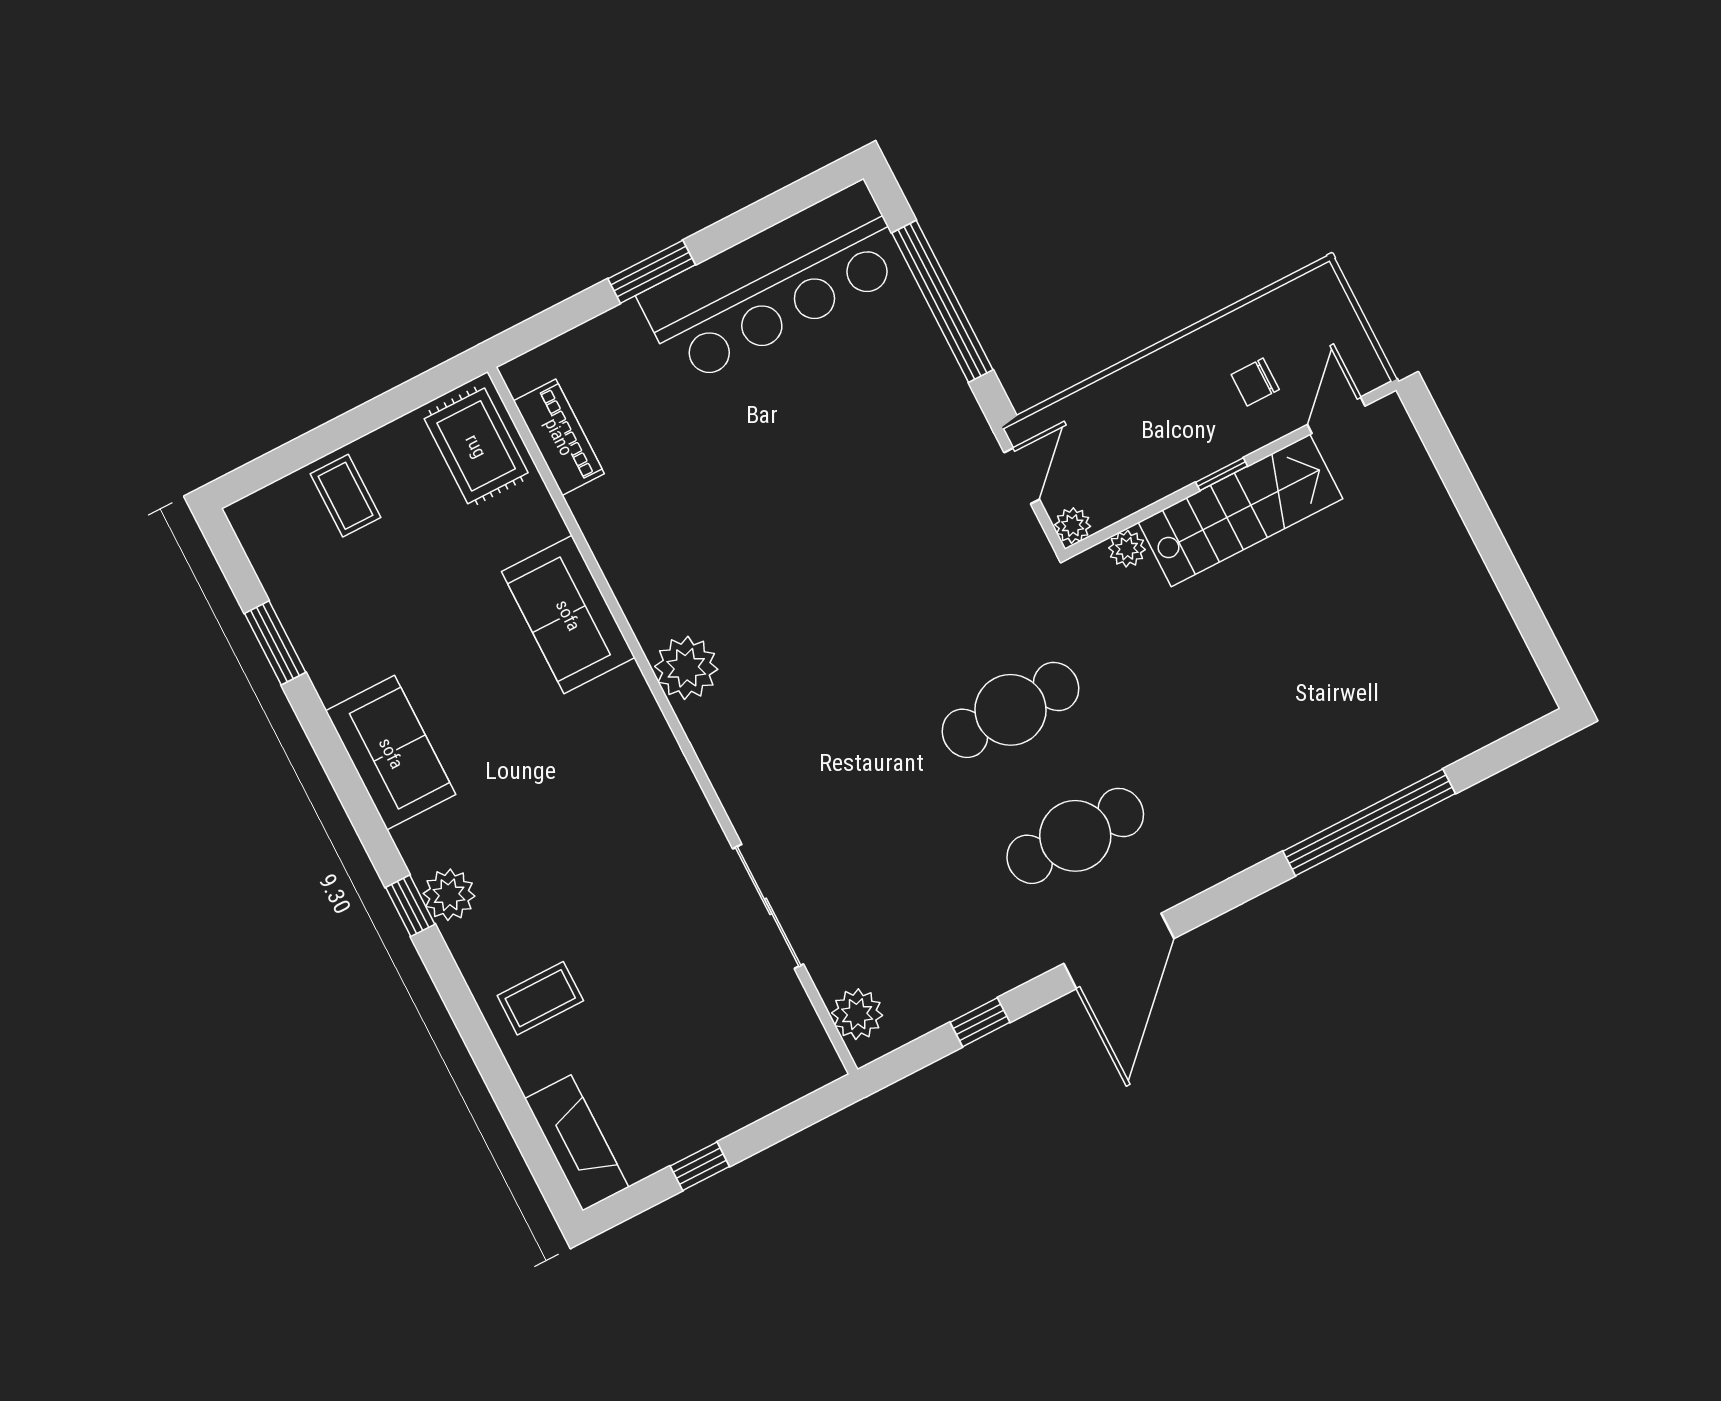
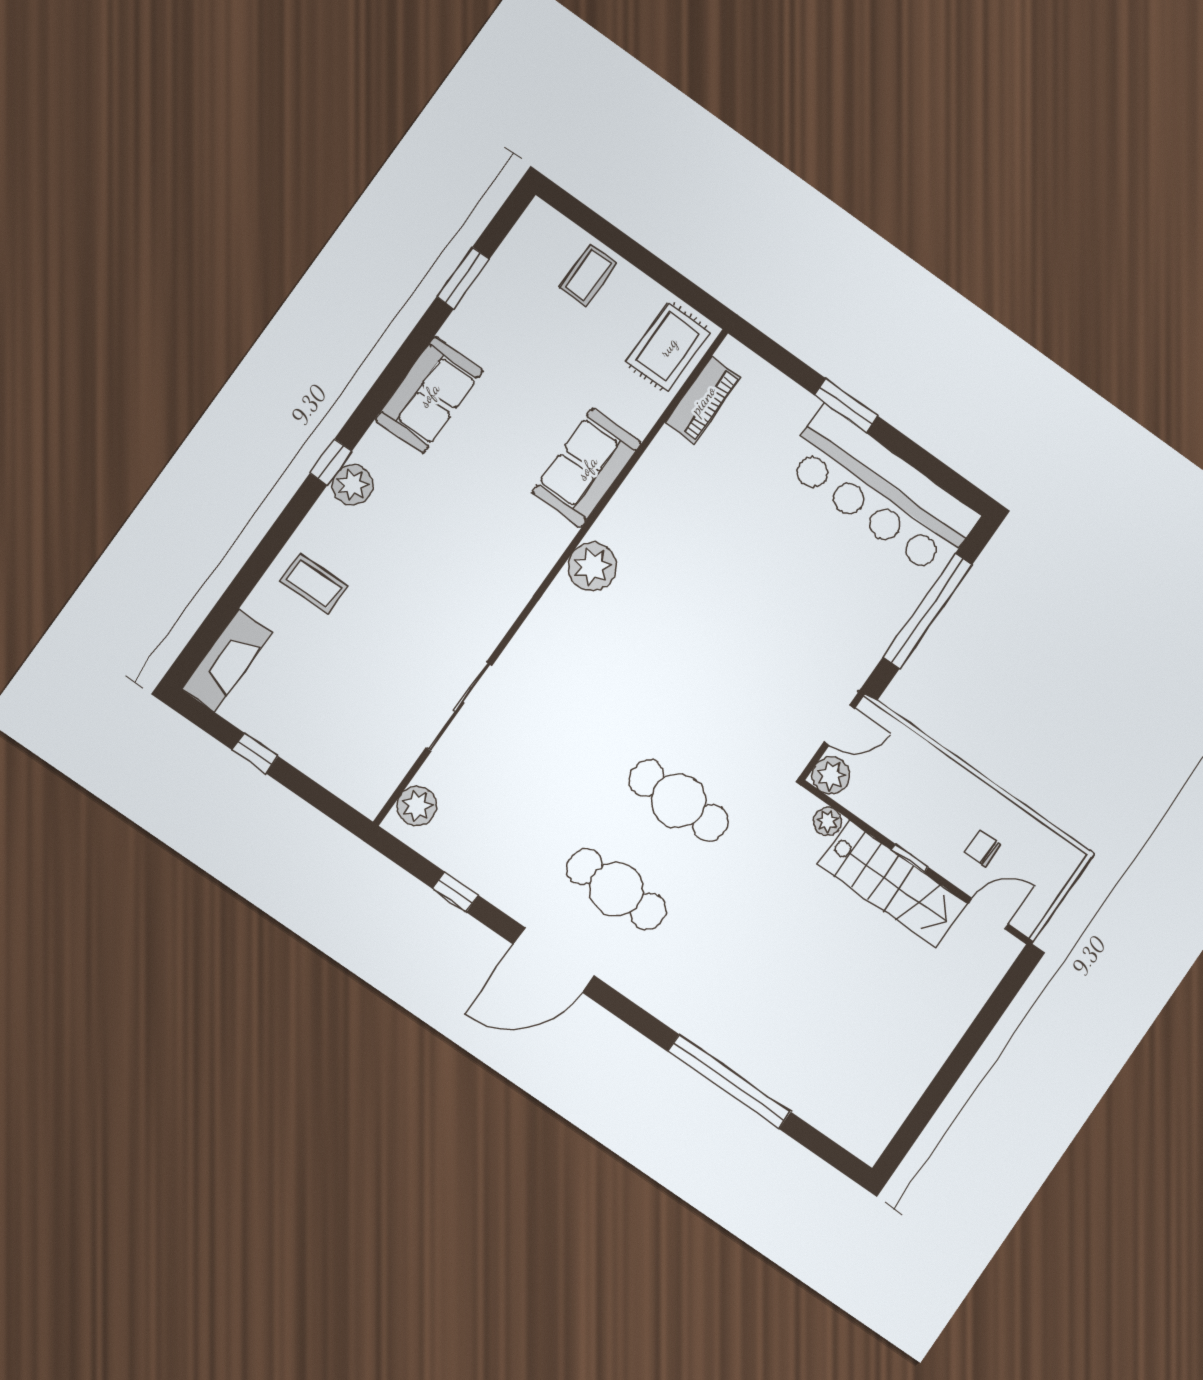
plant: (1073, 525) -> (831, 776), width x1.38, depth x1.38

